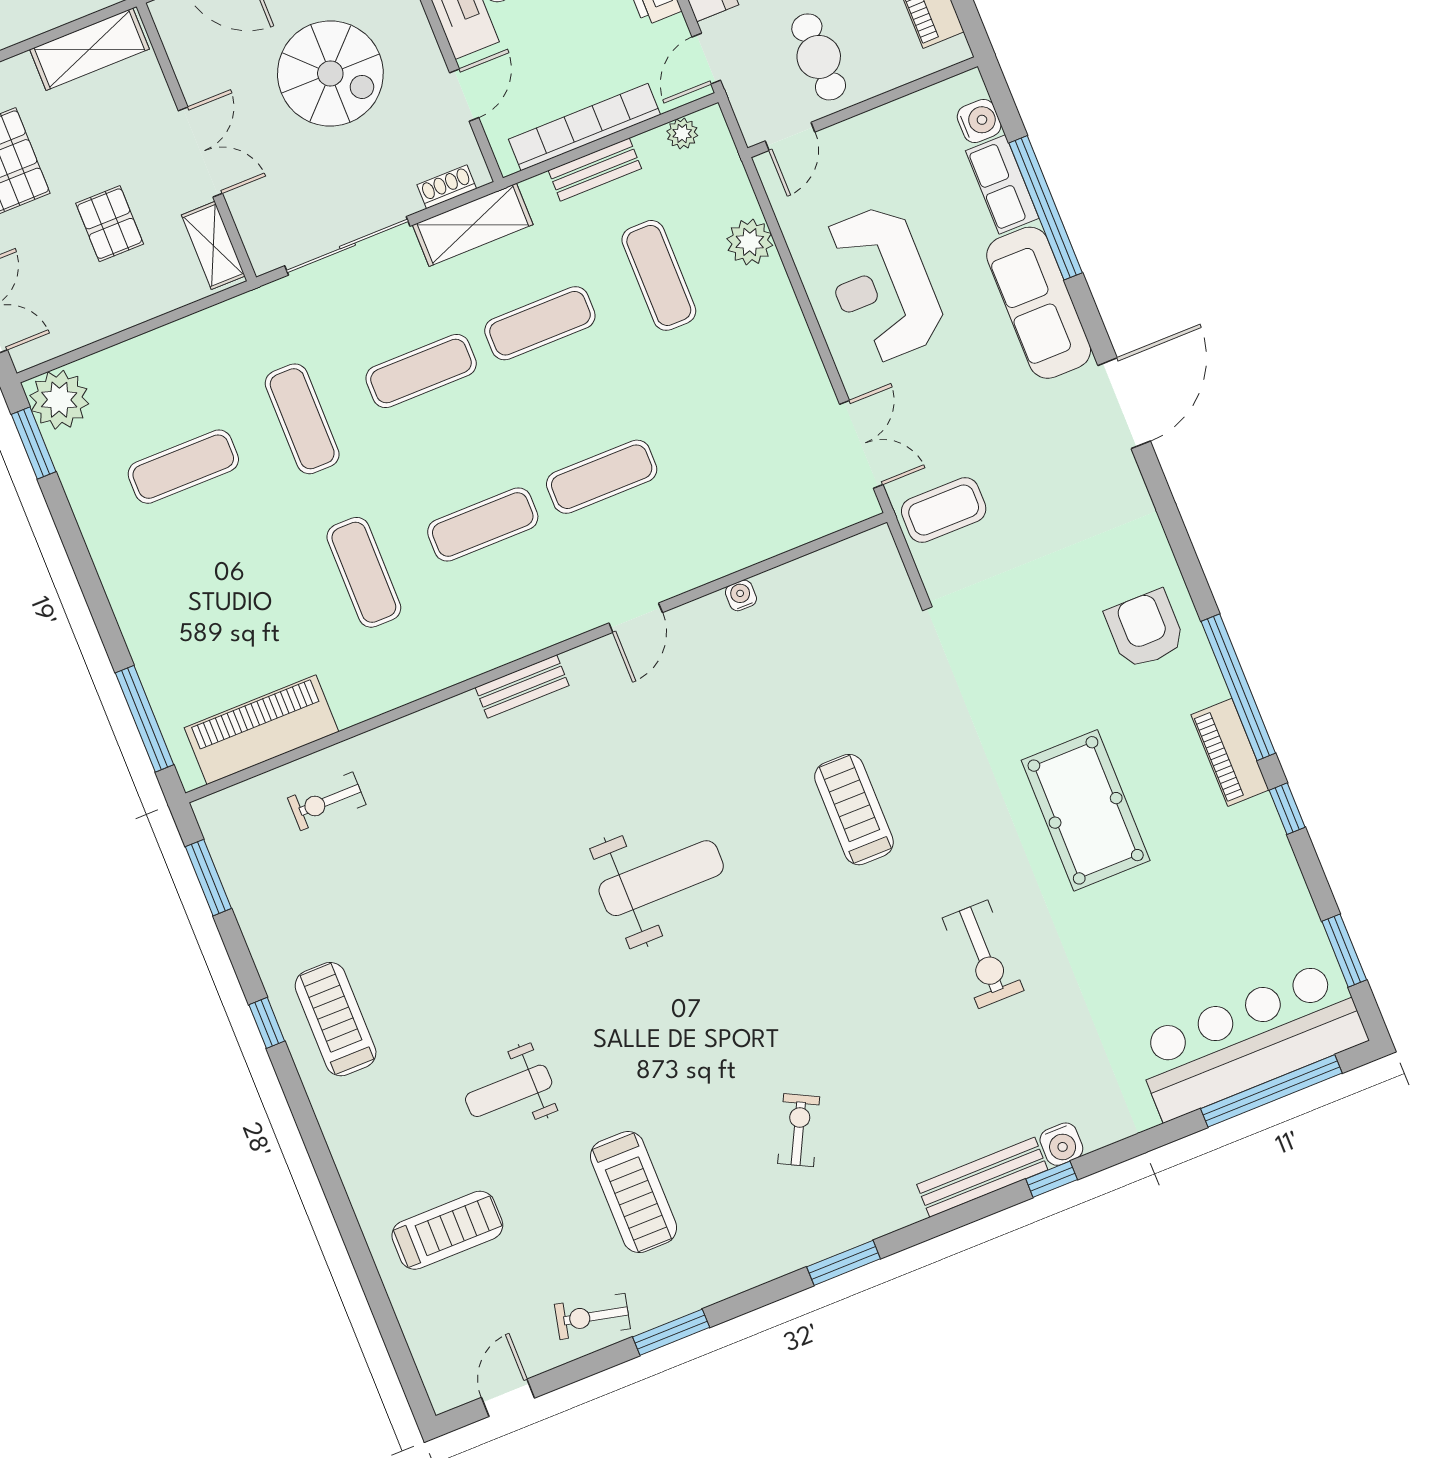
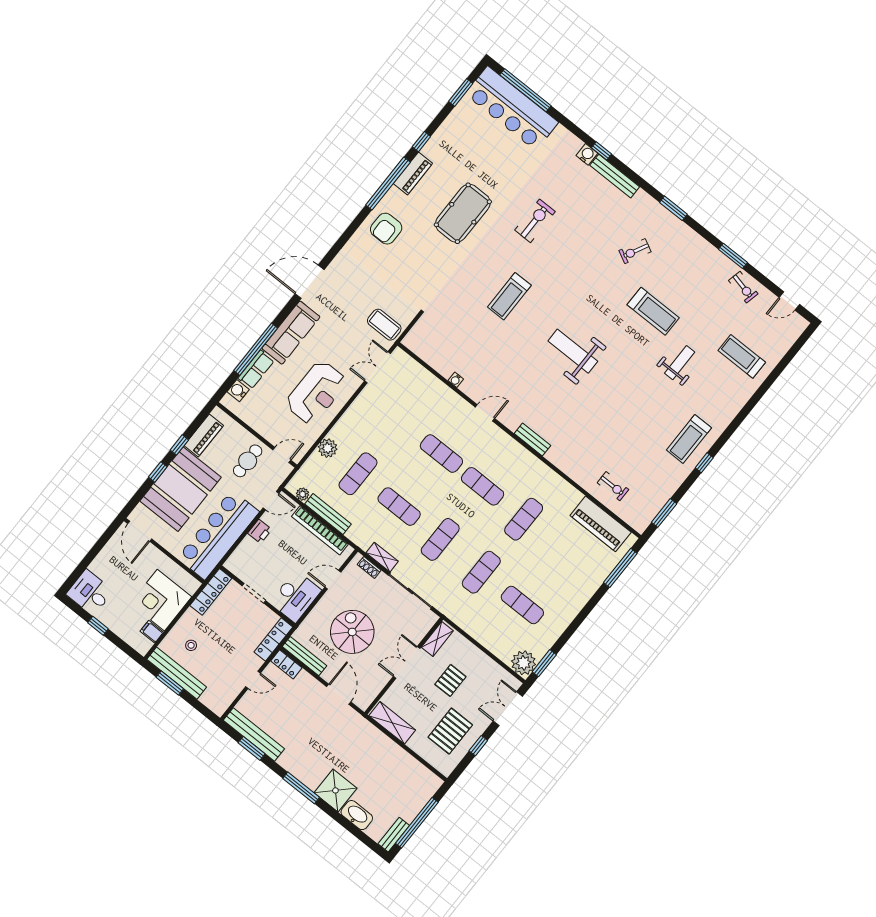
bench: (595, 170) -> (328, 514), width x1.36
shelving: (473, 225) -> (382, 557), width x0.67, depth x0.75
exercise mat: (421, 371) -> (440, 539), turned 90
weight bench: (509, 1091) -> (680, 363), turned -90
treadmill: (634, 1192) -> (653, 311), moved, turned 90

